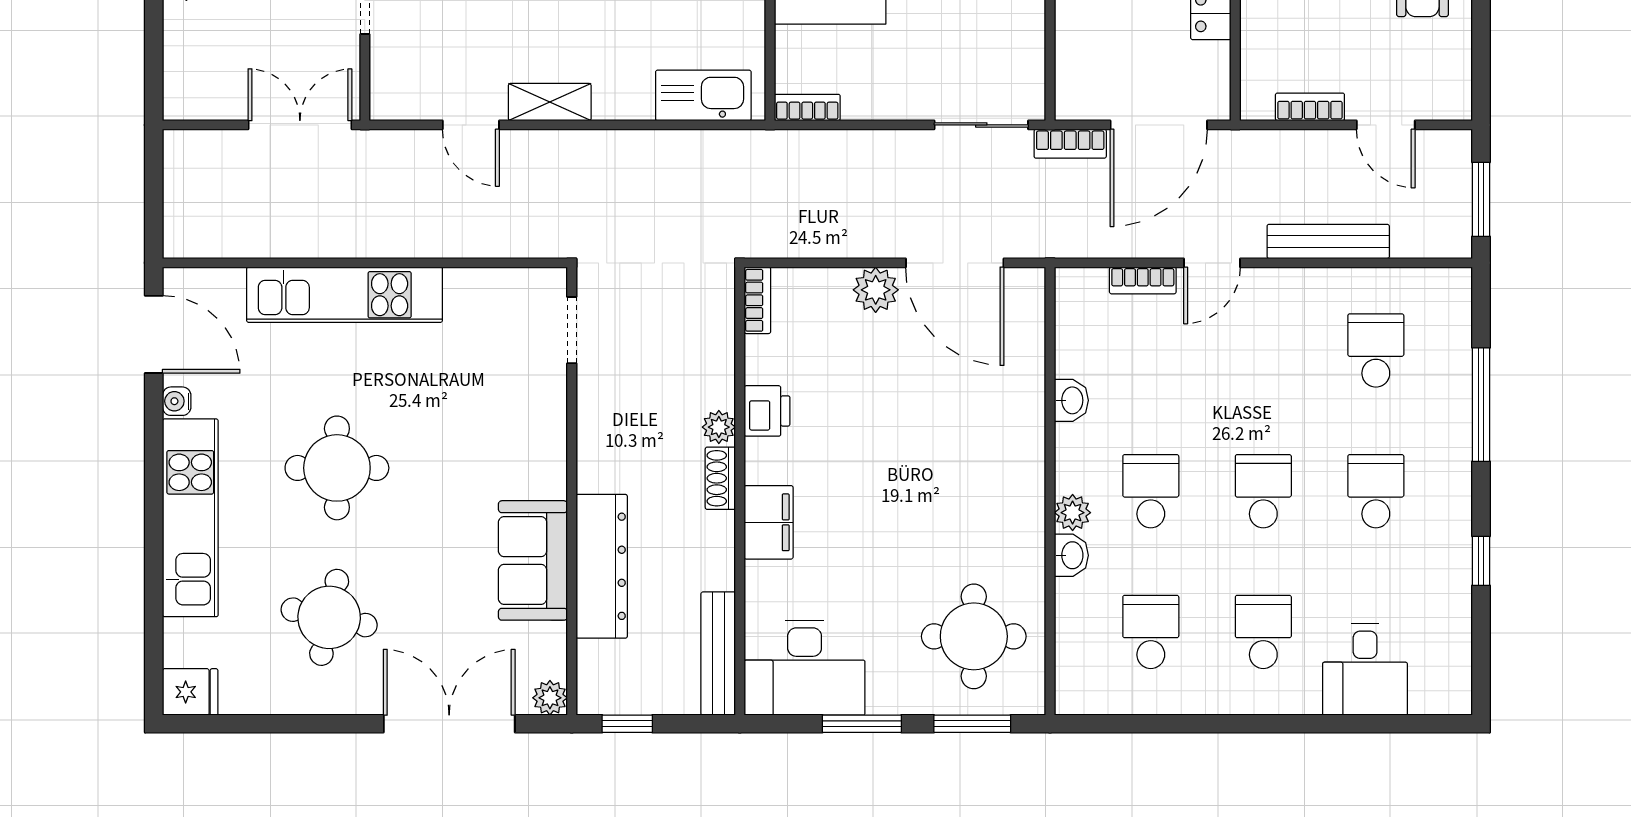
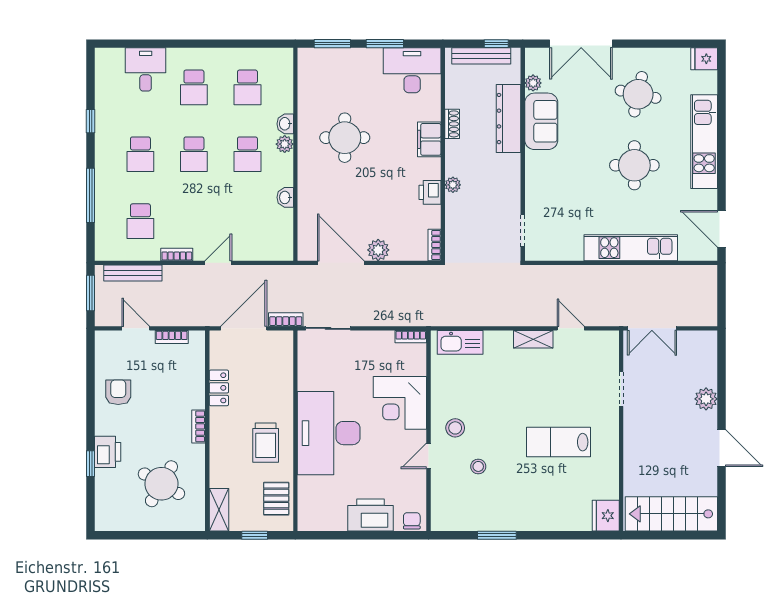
bench: (1328, 241) -> (133, 273), moved
bookcase: (1143, 280) -> (177, 254), moved
water cooler: (177, 401) -> (711, 197), removed
shoe rack: (720, 478) -> (452, 124), moved
round table: (974, 636) -> (345, 138), moved
bench: (718, 654) -> (481, 56), moved, turned 90
plant: (550, 698) -> (533, 83), moved

